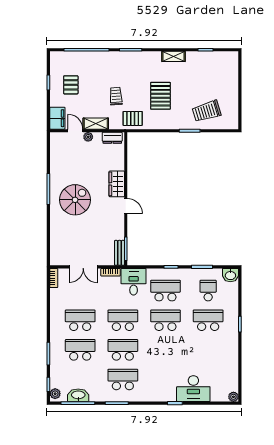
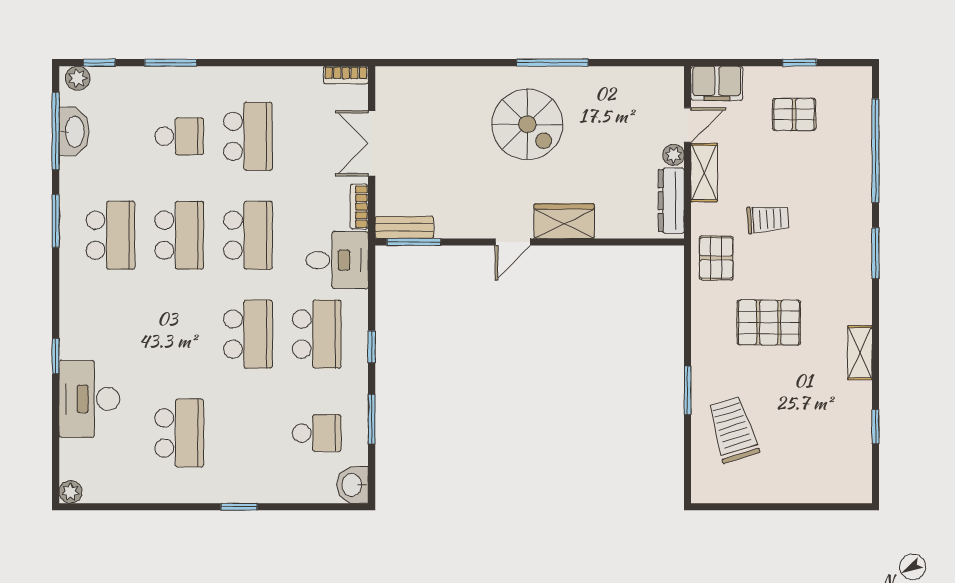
dresser: (112, 138) -> (671, 201), width x1.44
school desk: (208, 320) -> (179, 433), moved
school desk: (80, 350) -> (179, 136), width x0.54

